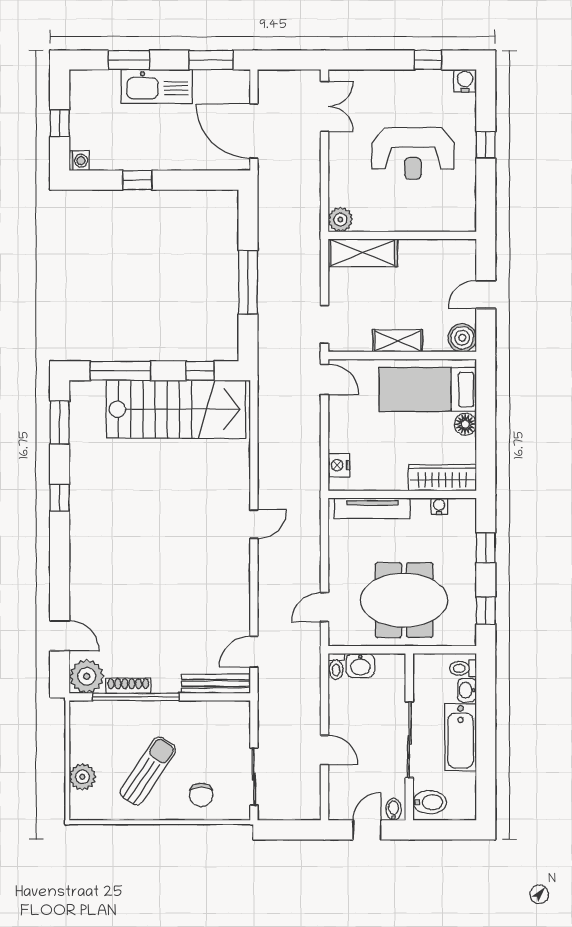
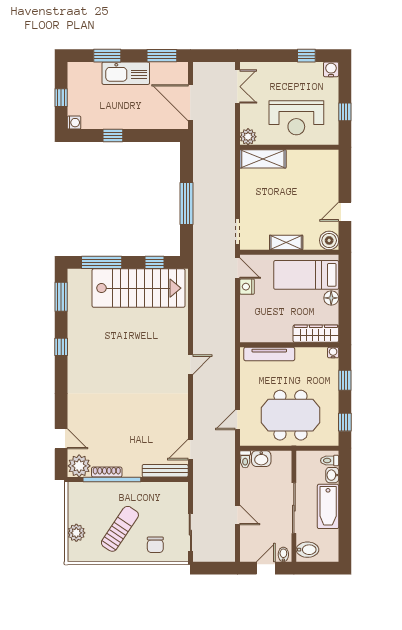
plant: (340, 220) -> (248, 137), moved
wall: (402, 235) -> (289, 147), moved
shelving: (363, 253) -> (263, 159), moved
nightstand: (339, 465) -> (247, 287), moved
water cooler: (439, 506) -> (333, 353), moved

